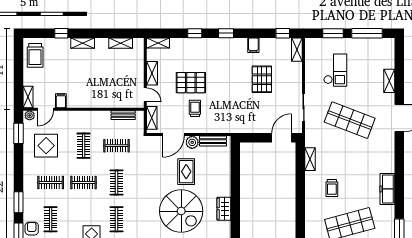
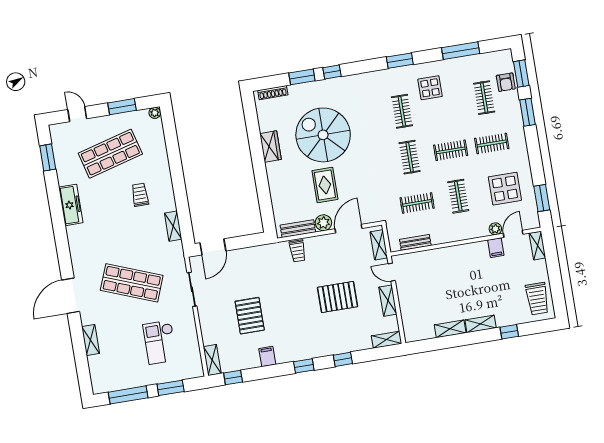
shelving: (121, 43) -> (450, 329), moved
trolley: (35, 55) -> (537, 299), turned 180
trolley: (195, 108) -> (297, 251), moved
plant: (30, 115) -> (495, 229), moved

